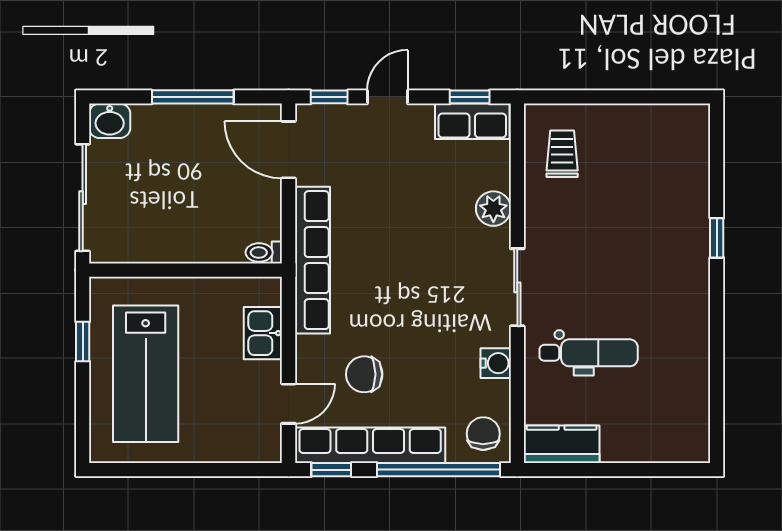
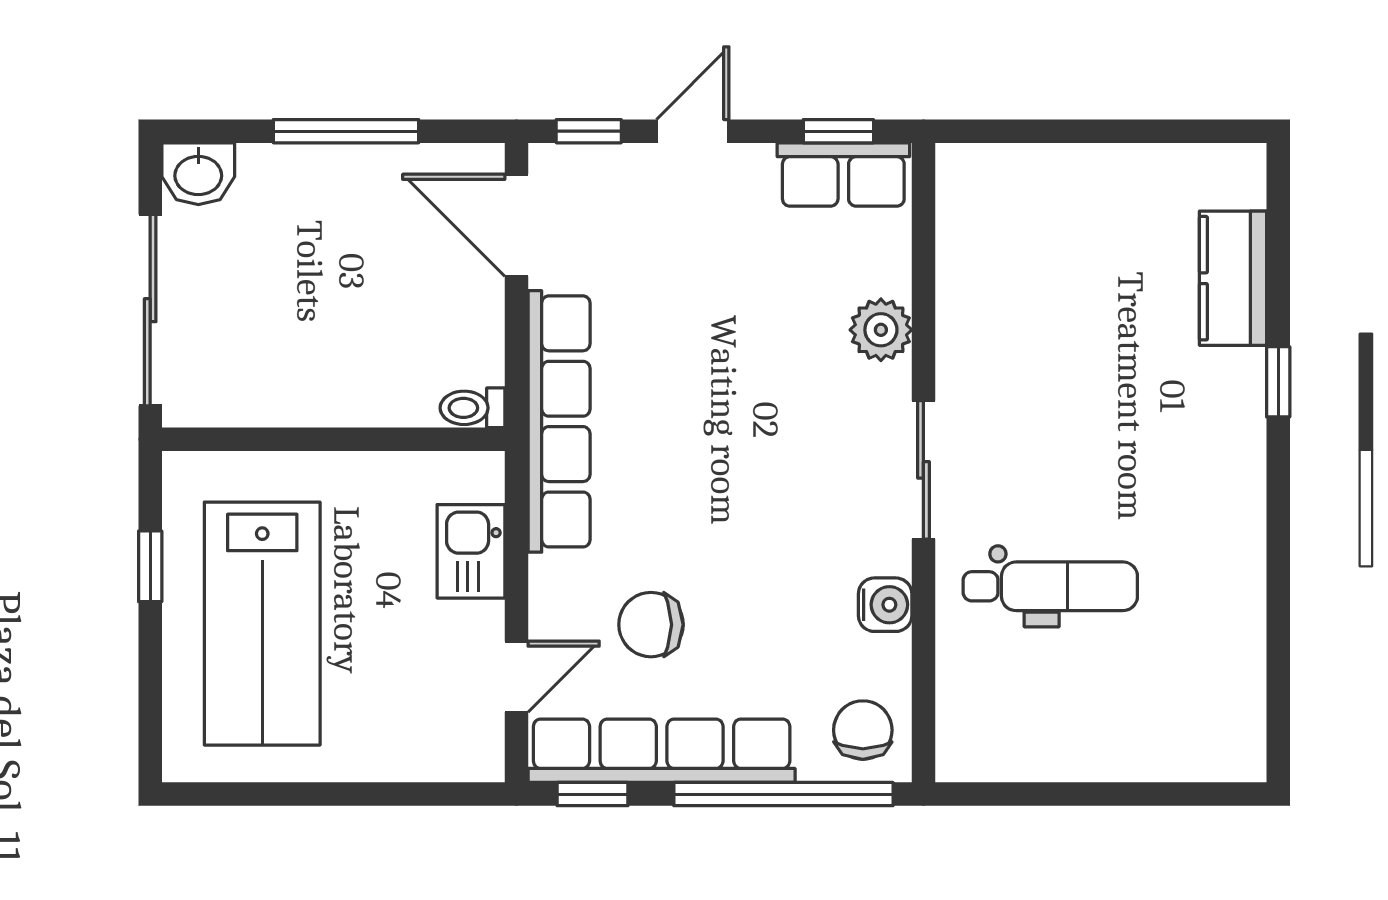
trolley: (562, 154) -> (1003, 232), removed
kitchen counter: (562, 444) -> (1233, 278), moved, turned -90

